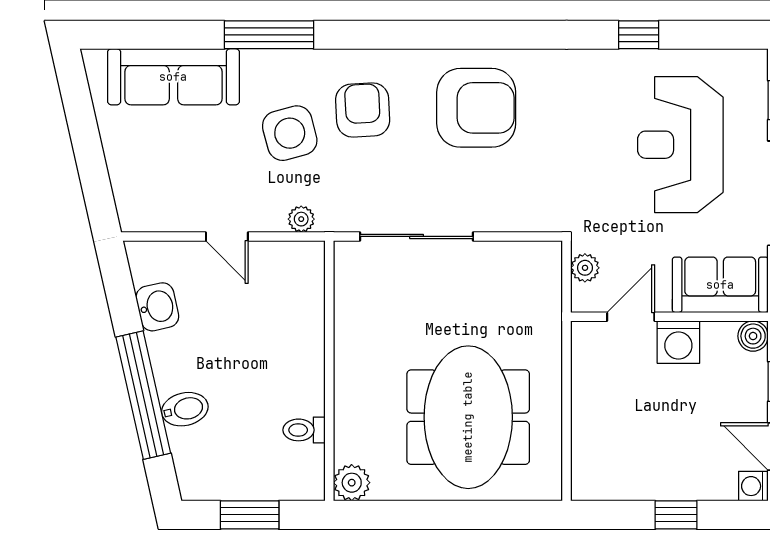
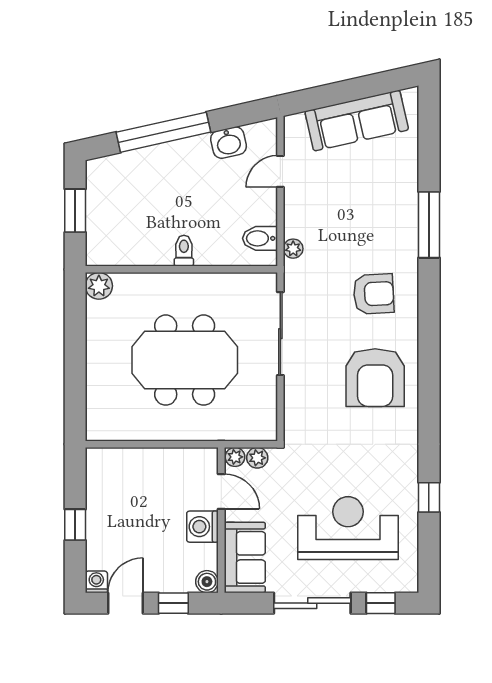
sofa: (173, 77) -> (357, 121), moved, turned -103
side table: (290, 133) -> (357, 240), removed
door: (227, 236) -> (280, 171), moved
plant: (584, 298) -> (235, 457), added
bidet: (185, 409) -> (260, 238), moved, turned 103
meeting table: (468, 417) -> (185, 360), moved
toilet: (304, 430) -> (184, 251), moved

